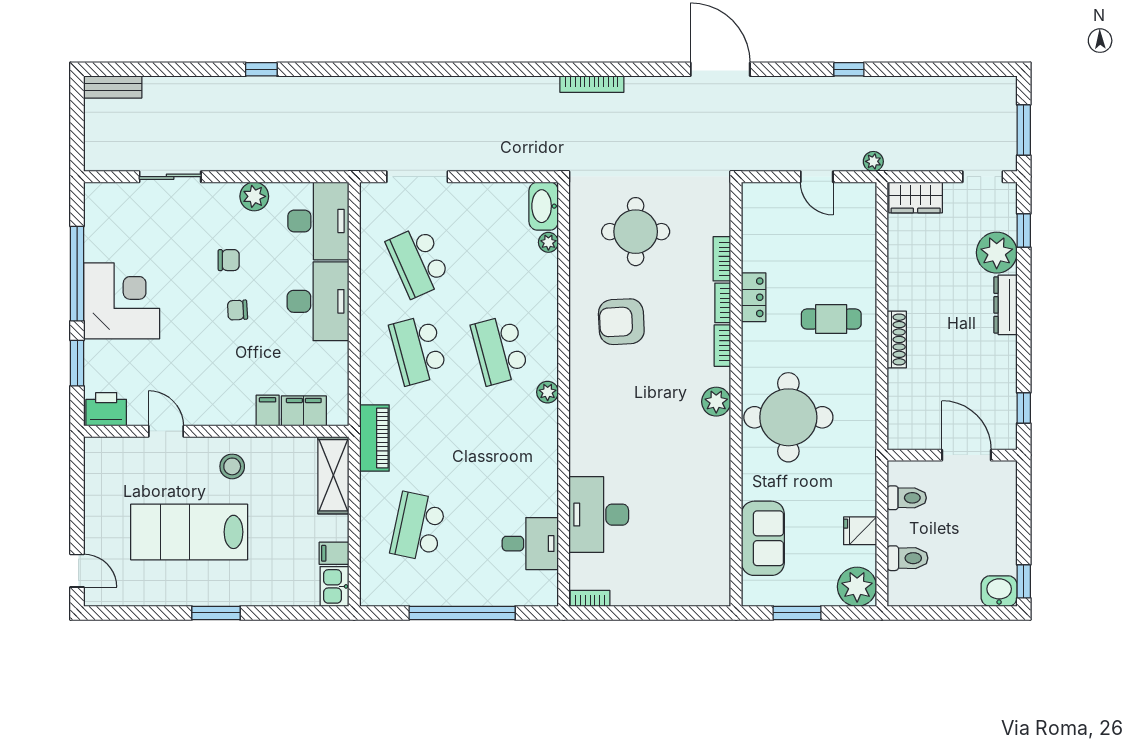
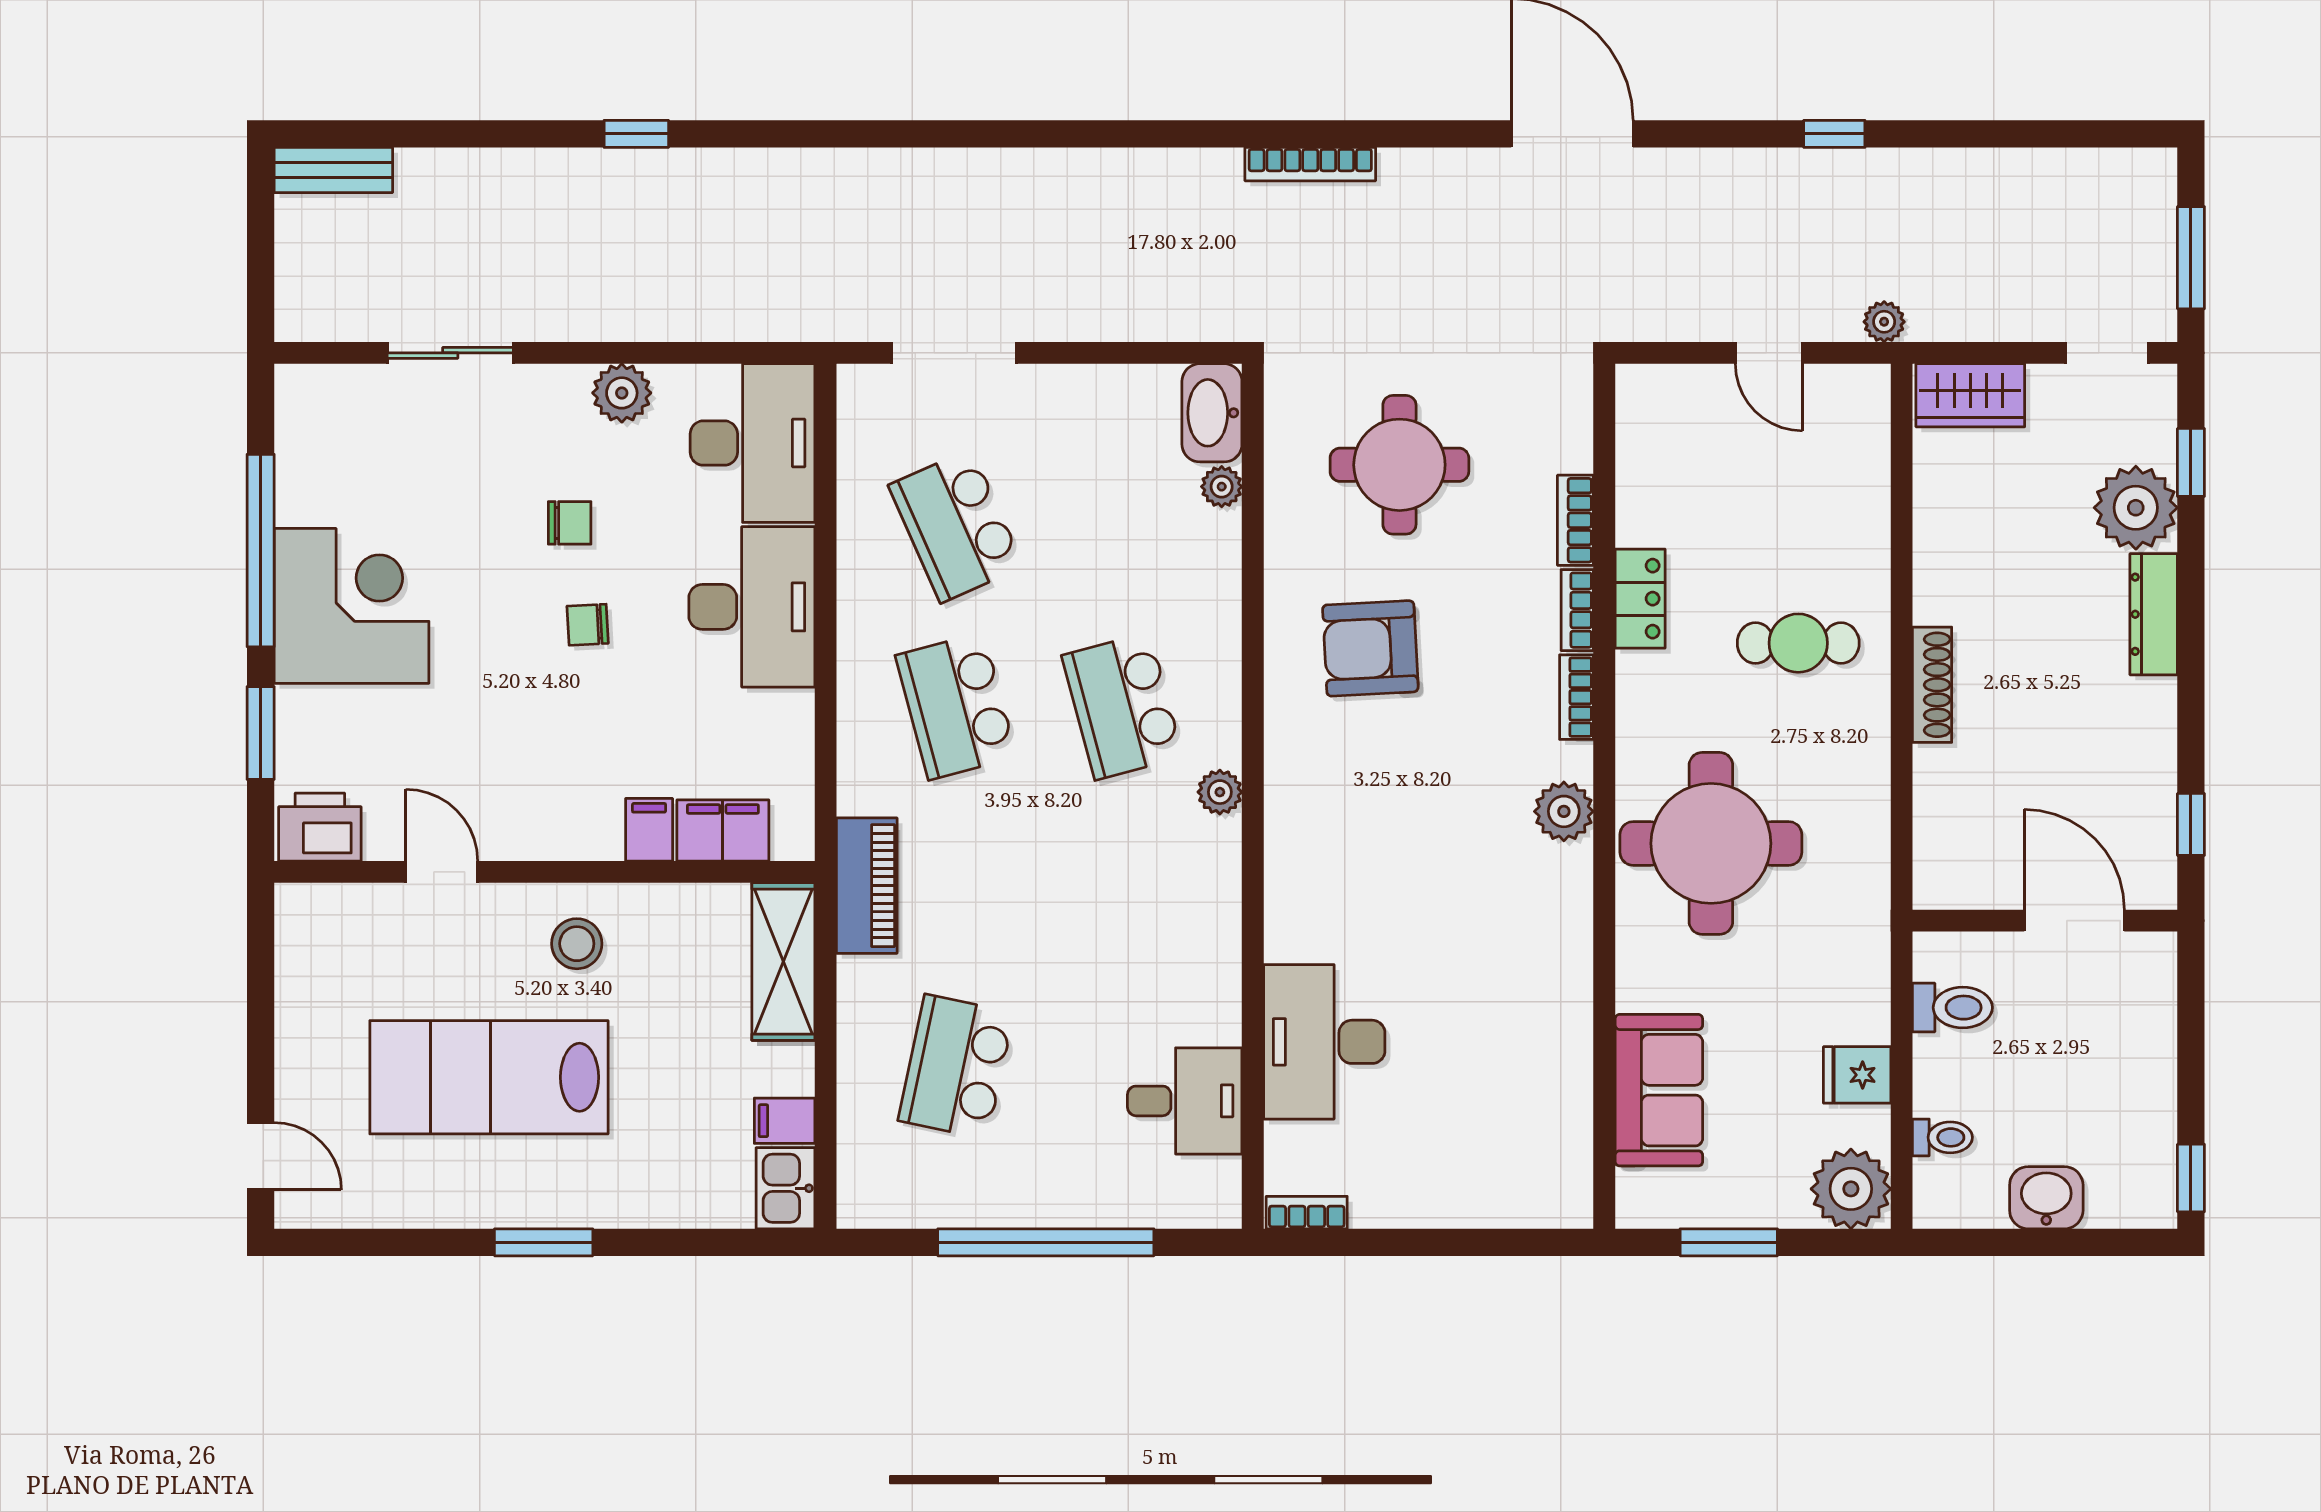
toilet: (908, 558) -> (1942, 1137), width x0.73, depth x0.72
washbasin: (999, 591) -> (2046, 1198), moved

